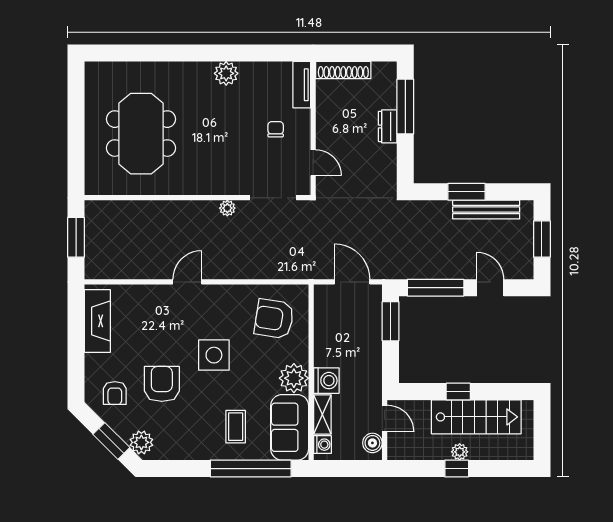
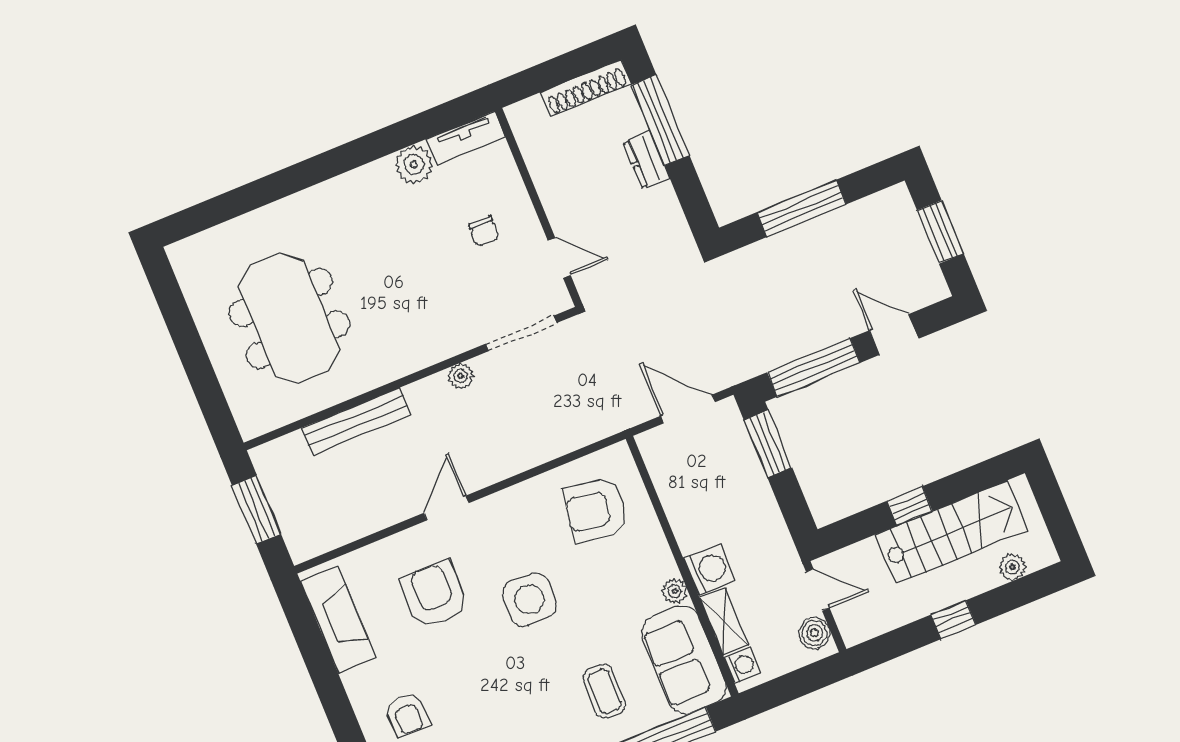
shoe rack: (343, 70) -> (586, 88), moved
plant: (226, 73) -> (414, 165), moved
tv unit: (302, 85) -> (466, 138), moved, turned -90
chair: (276, 129) -> (484, 231), turned 180
window: (467, 192) -> (802, 208), width x1.44
bench: (486, 210) -> (356, 421), moved
plant: (294, 378) -> (675, 591), width x0.53, depth x0.53
armchair: (162, 384) -> (434, 595), moved
plant: (460, 452) -> (1012, 567), moved

